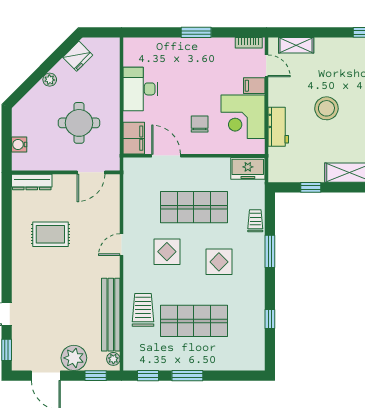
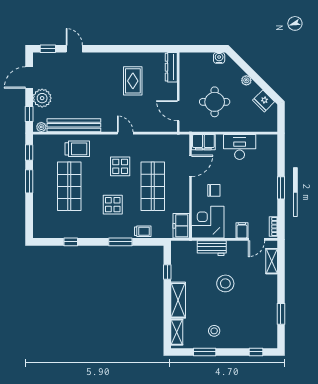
corner desk: (243, 117) -> (208, 222), moved
water cooler: (19, 144) -> (219, 58), moved

